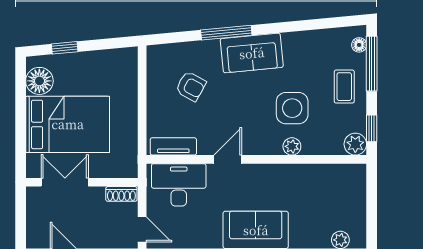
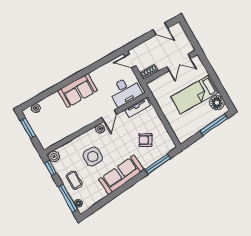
window: (226, 33) -> (157, 164), moved
window: (65, 48) -> (214, 125), width x2.17
sofa: (252, 53) -> (121, 175), width x1.36
bed: (68, 124) -> (195, 94), width x0.67
plant: (292, 146) -> (100, 129), moved
window: (372, 215) -> (28, 128), added

